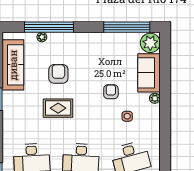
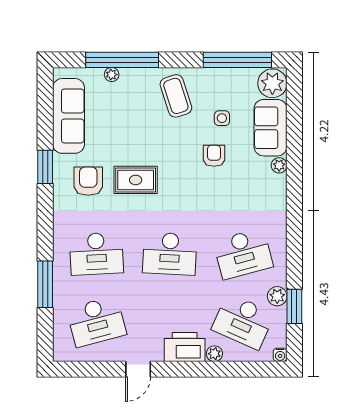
coffee table: (85, 51) -> (176, 96), added
armchair: (58, 74) -> (88, 181), moved
side table: (127, 116) -> (222, 118), moved

